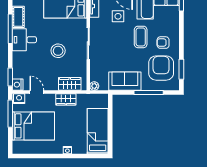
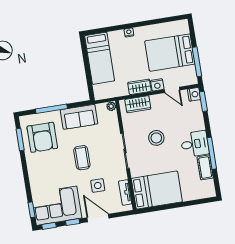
coffee table: (141, 37) -> (82, 158), moved
armchair: (163, 43) -> (45, 165), removed
nightstand: (19, 99) -> (157, 85), moved

